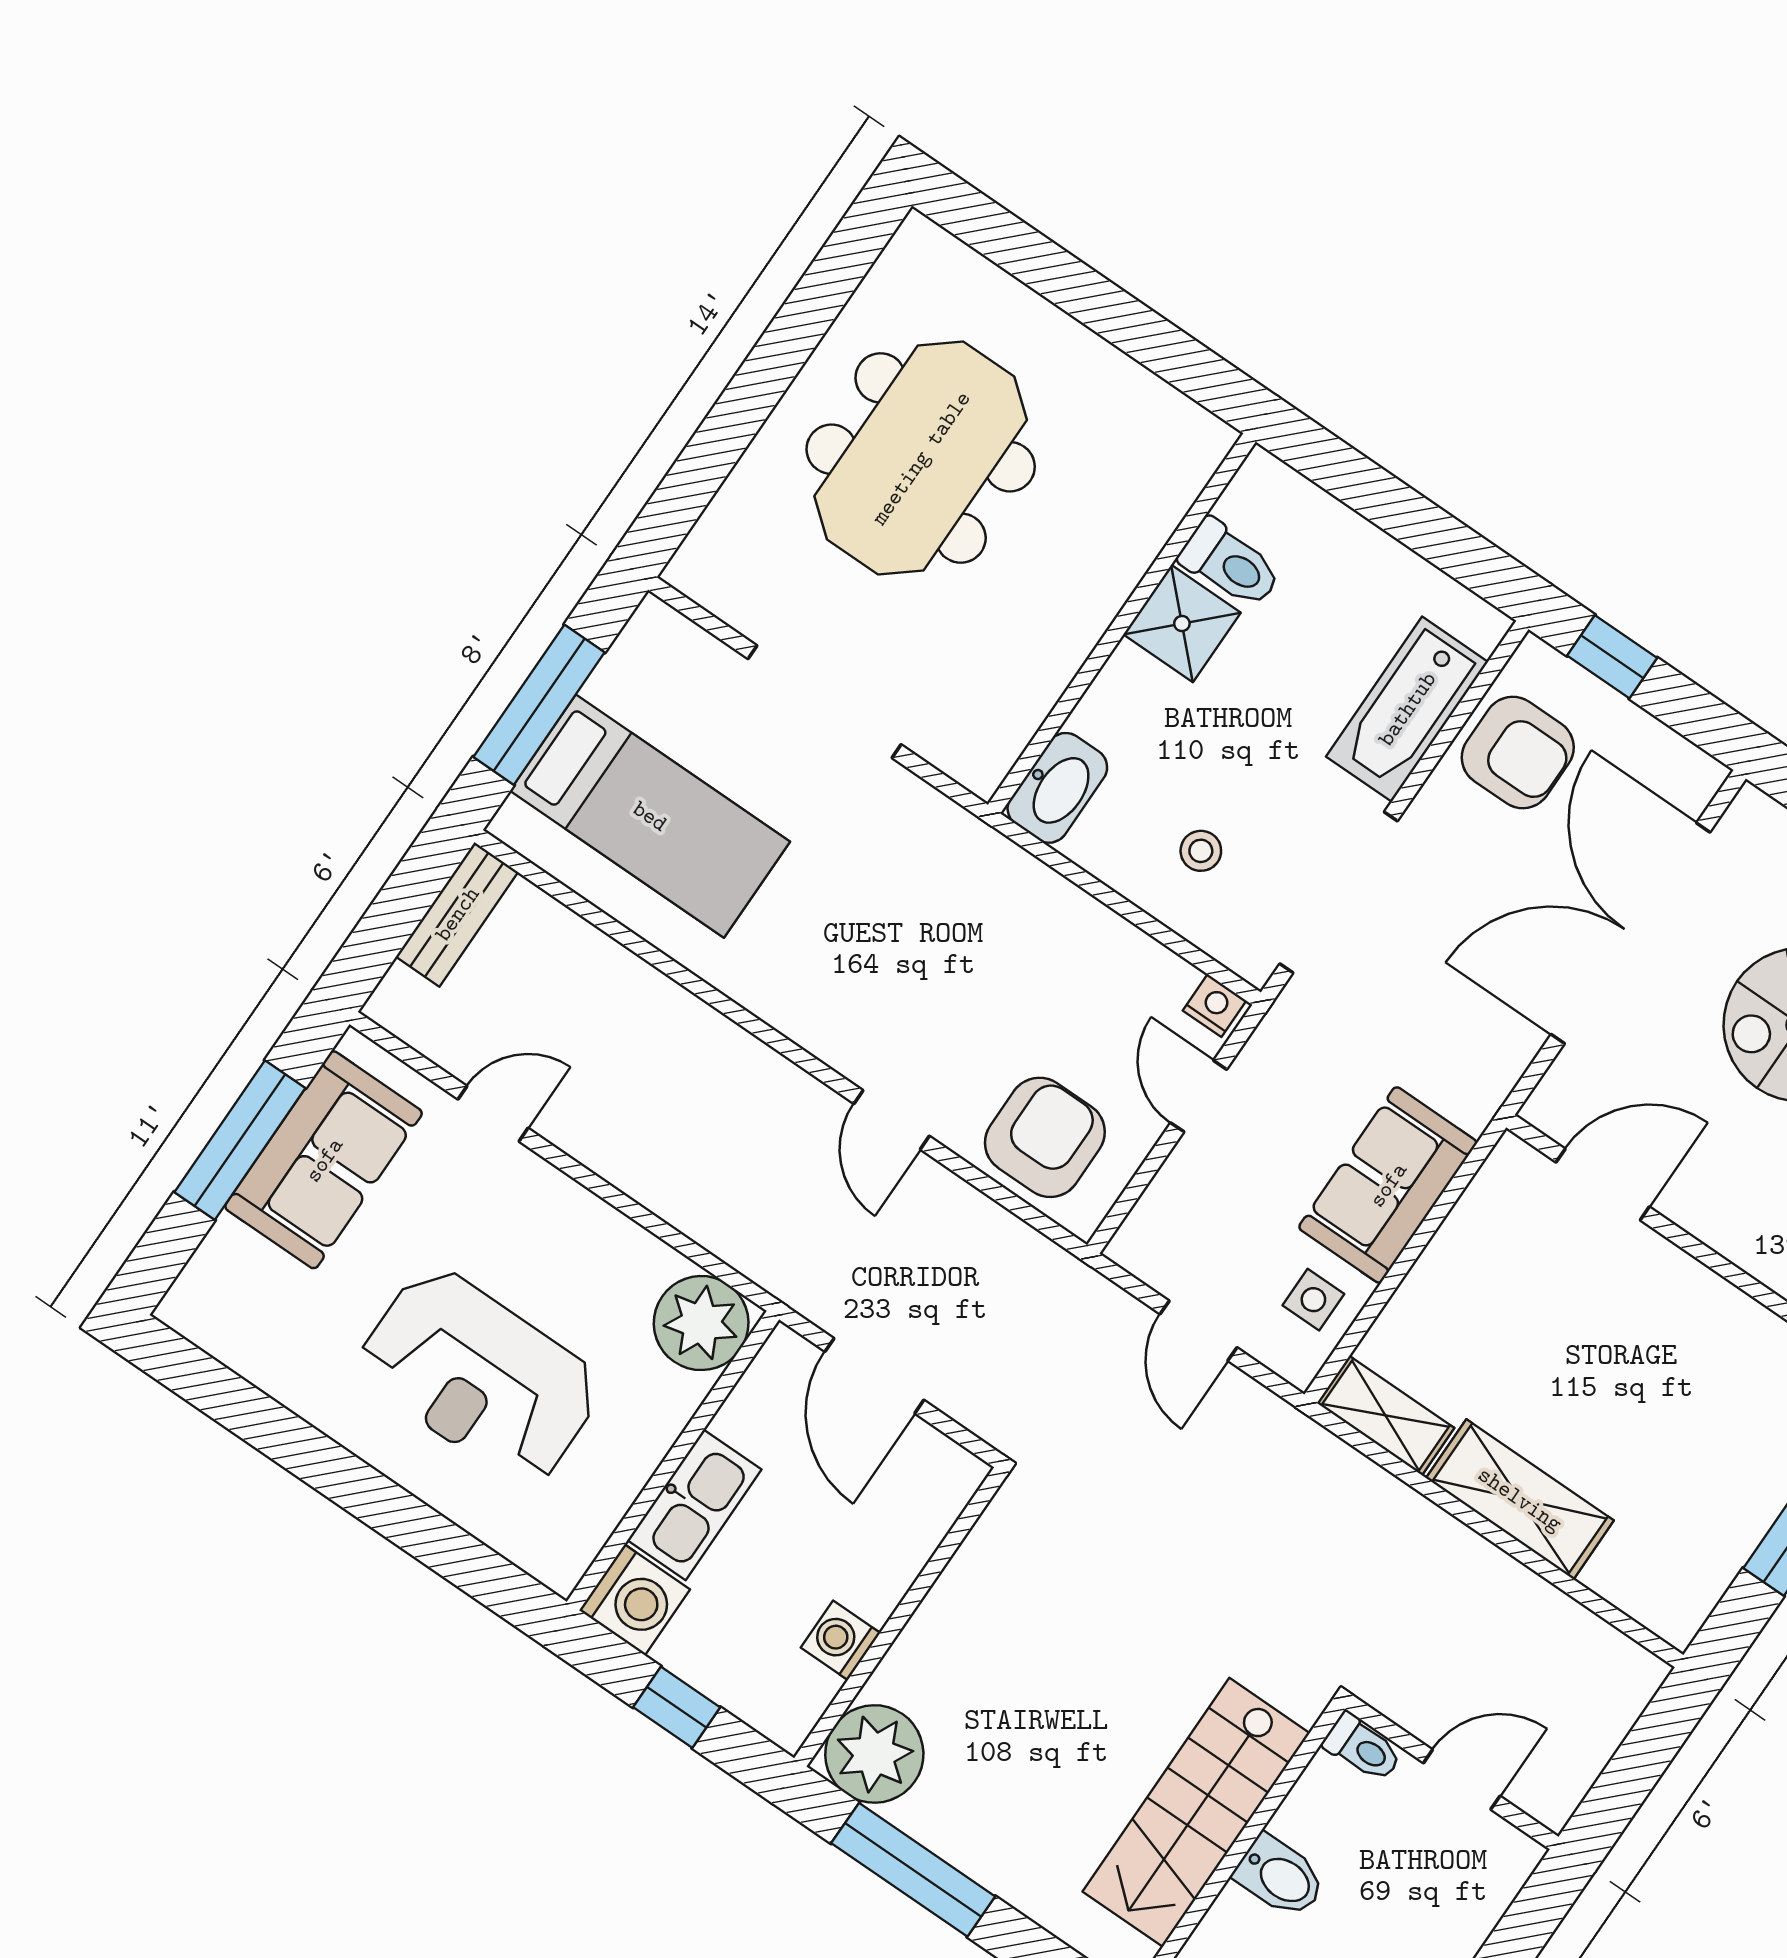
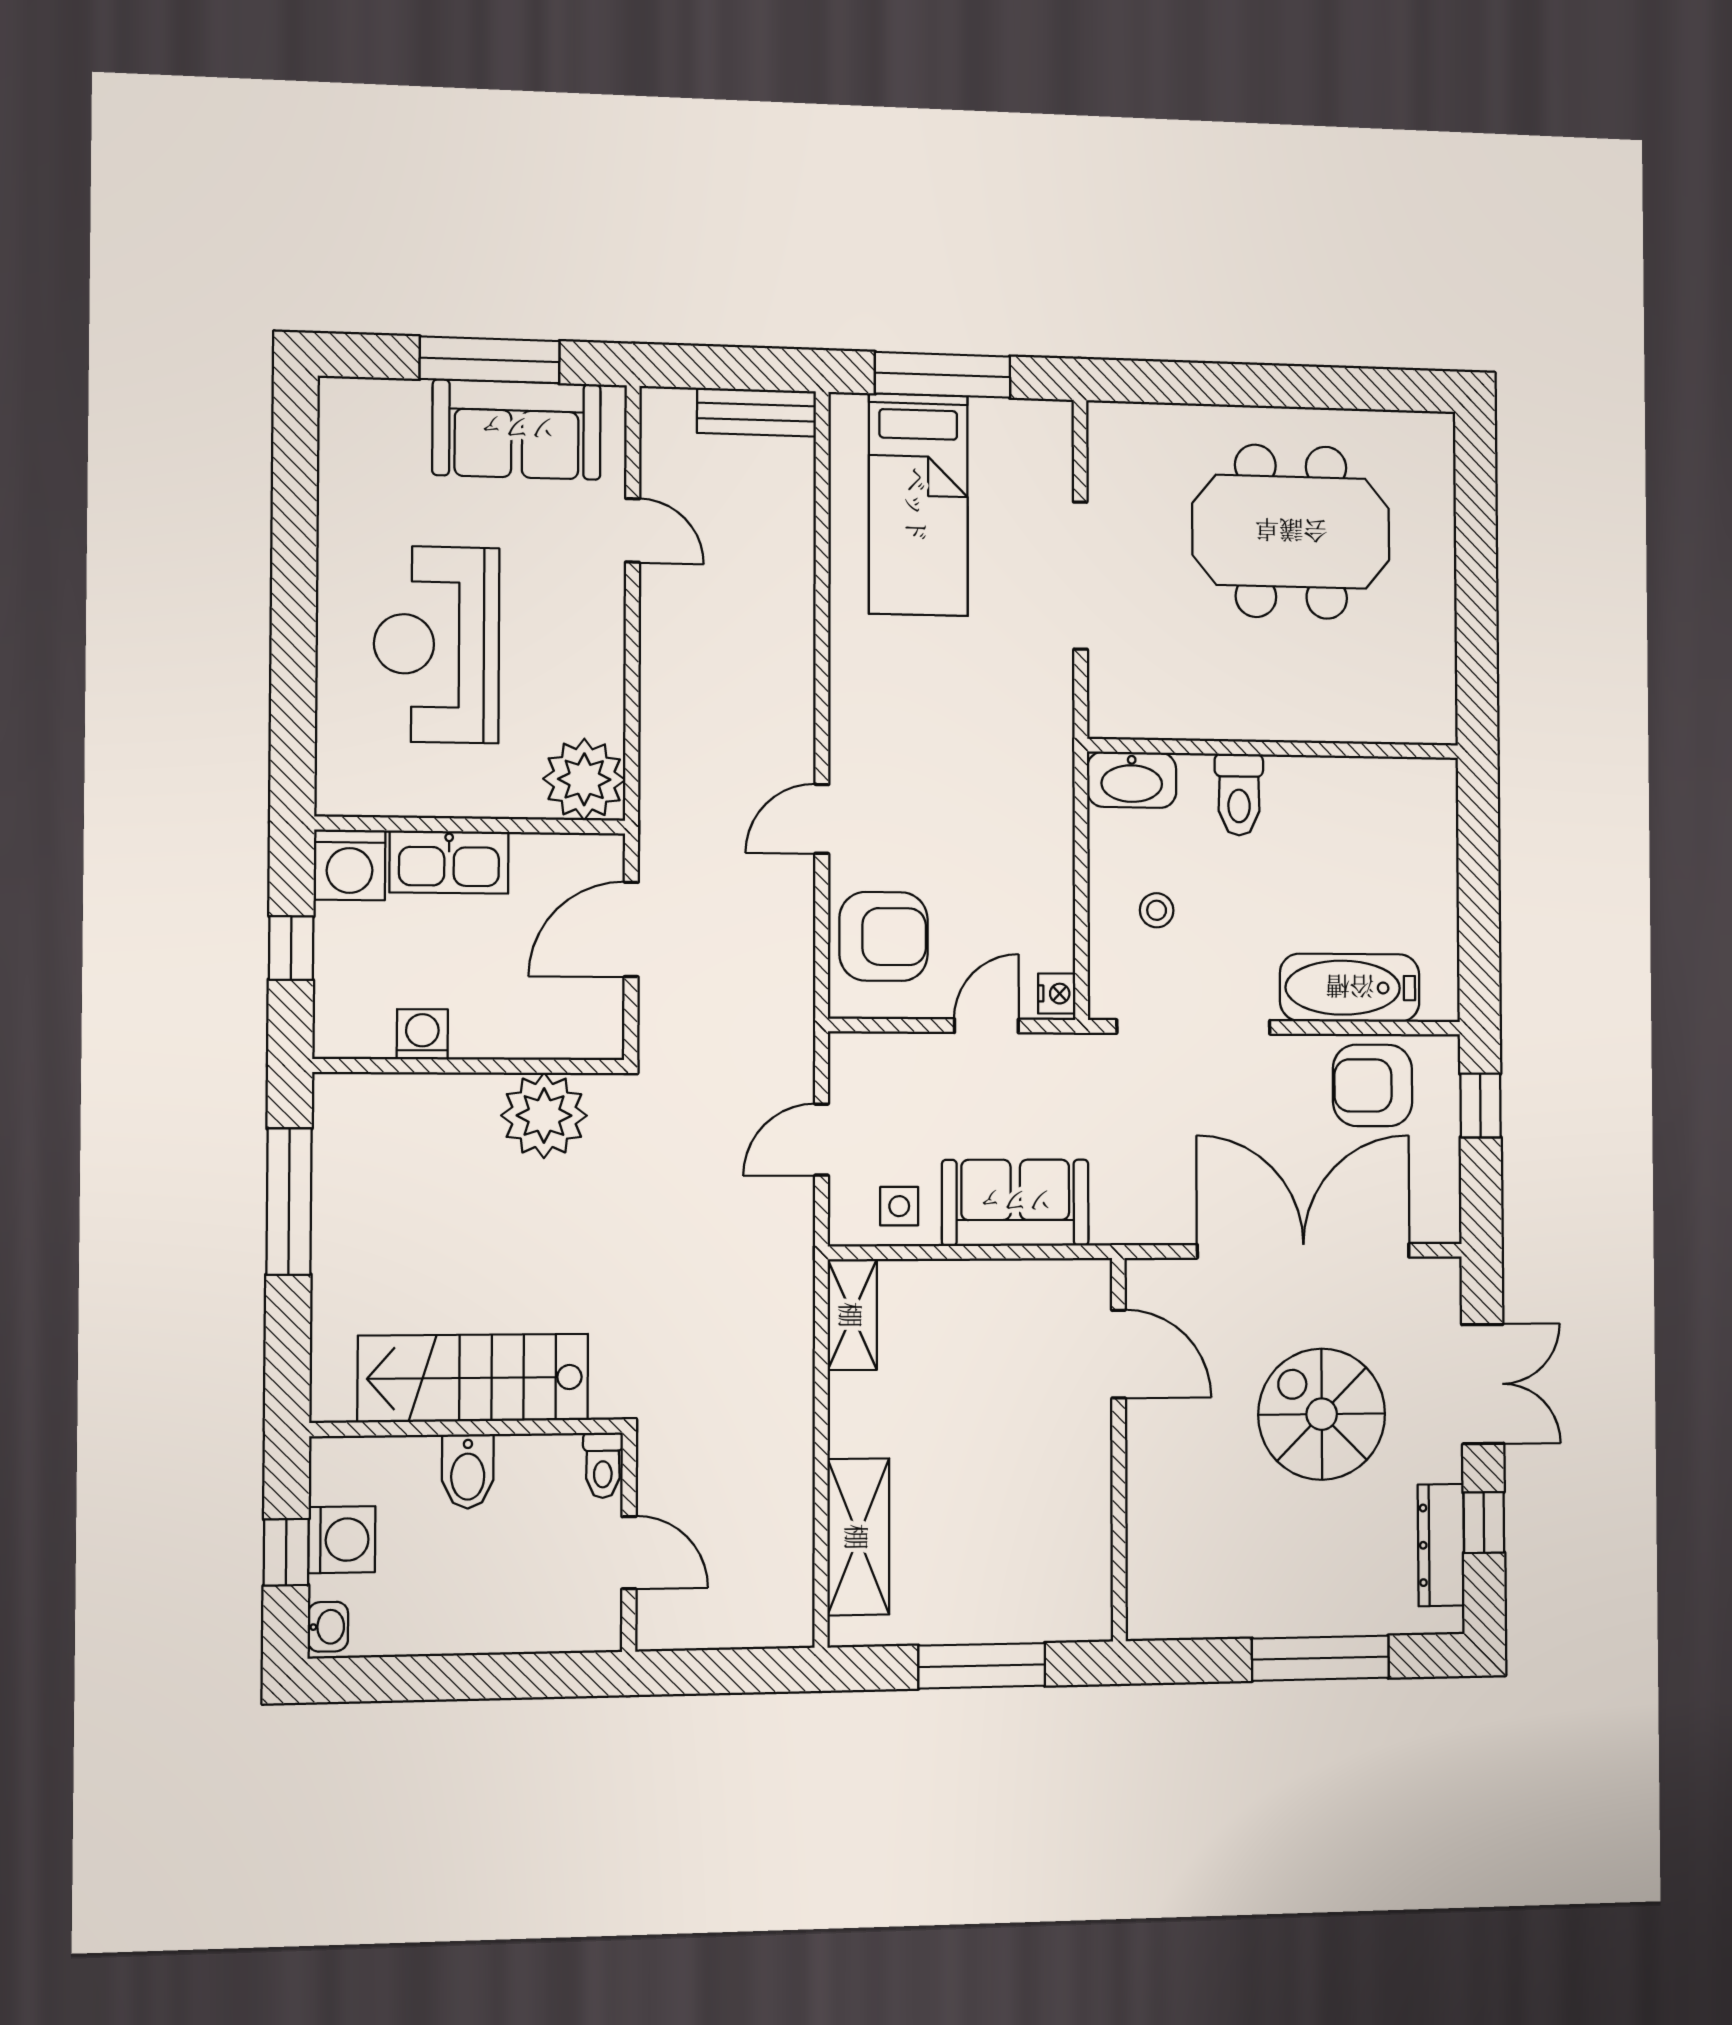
toilet: (1230, 564) -> (1239, 795), moved
shower: (1182, 624) -> (1302, 790), removed
armchair: (1518, 752) -> (1372, 1085), turned 90
shelving: (1520, 1499) -> (858, 1537), moved
plant: (874, 1754) -> (544, 1115), moved

